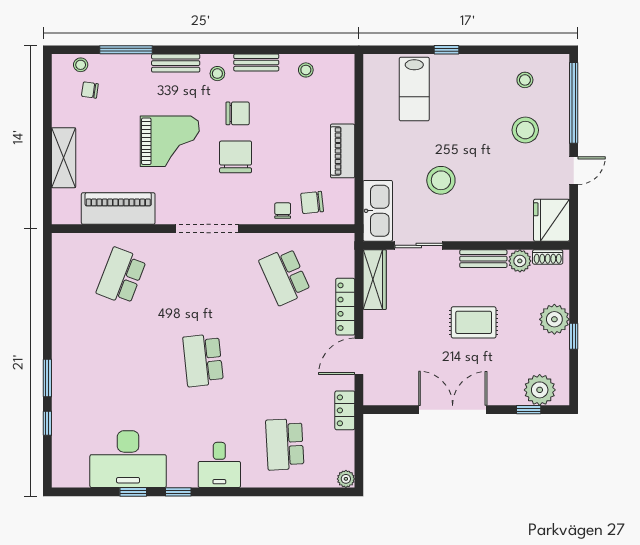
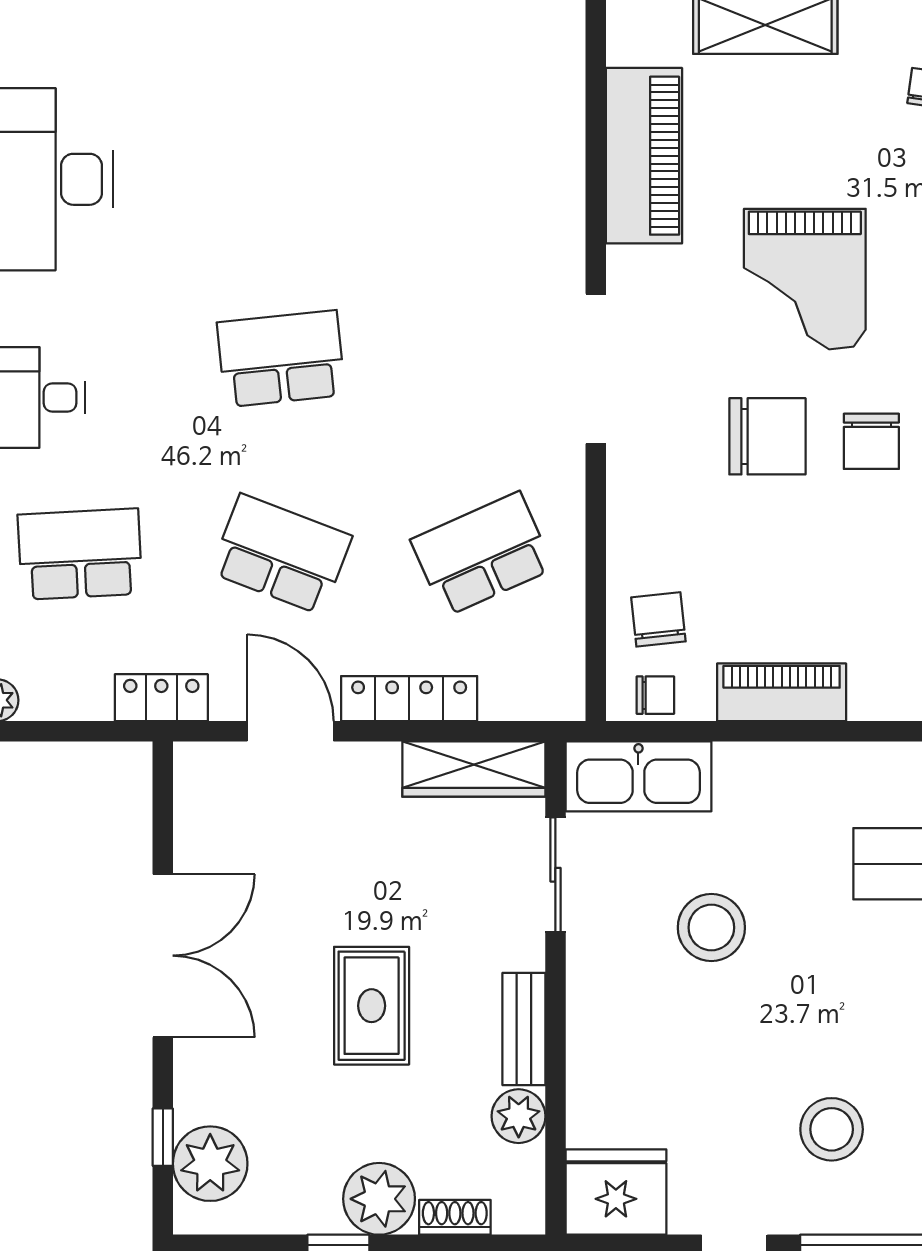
chair: (283, 211) -> (655, 695), moved
shoe rack: (548, 257) -> (455, 1217), moved, turned 90
school desk: (121, 276) -> (281, 554), moved

